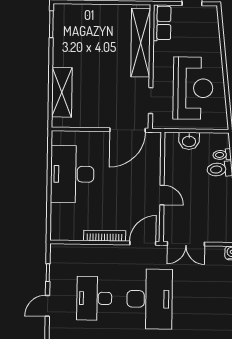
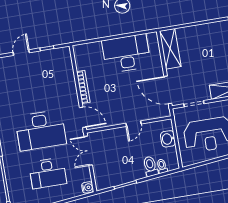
shelving: (62, 92) -> (170, 49), moved, turned 90
door: (162, 195) -> (134, 124), moved
desk: (94, 298) -> (48, 173), moved, turned 180
door: (47, 306) -> (21, 53), hinge flipped

